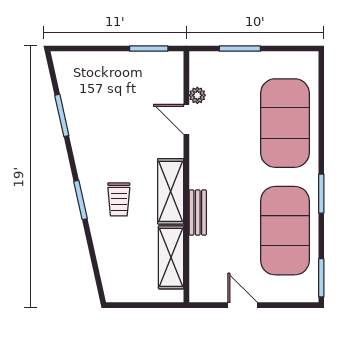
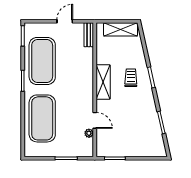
bench: (198, 213) -> (89, 35), moved
shelving: (171, 257) -> (121, 29), moved, turned 90
door: (243, 305) -> (65, 21), swing flipped

